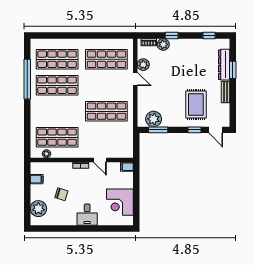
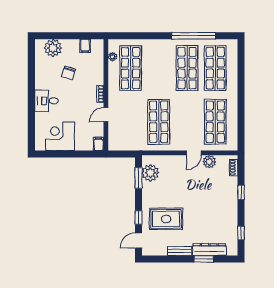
plant: (163, 44) -> (231, 183), removed

